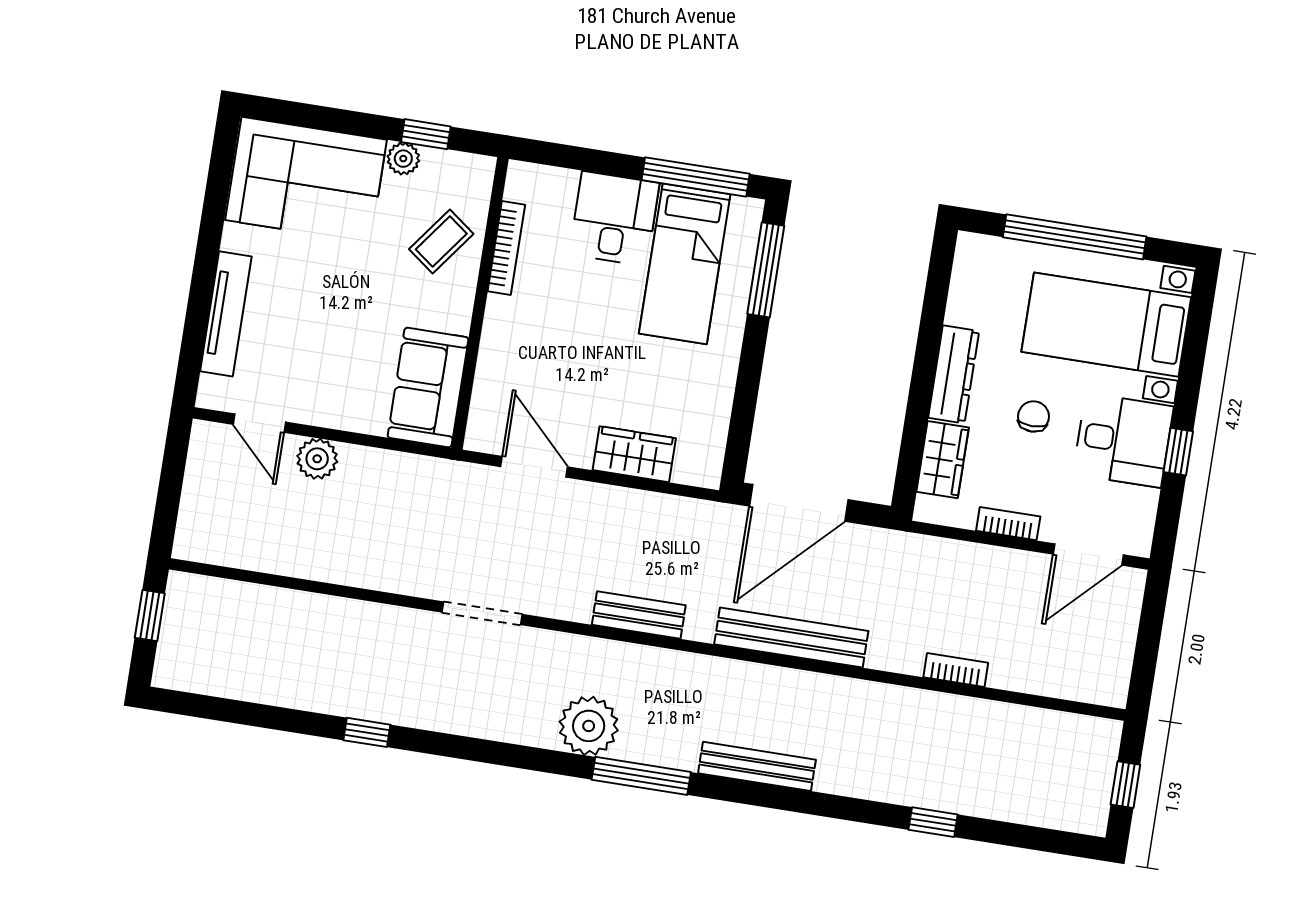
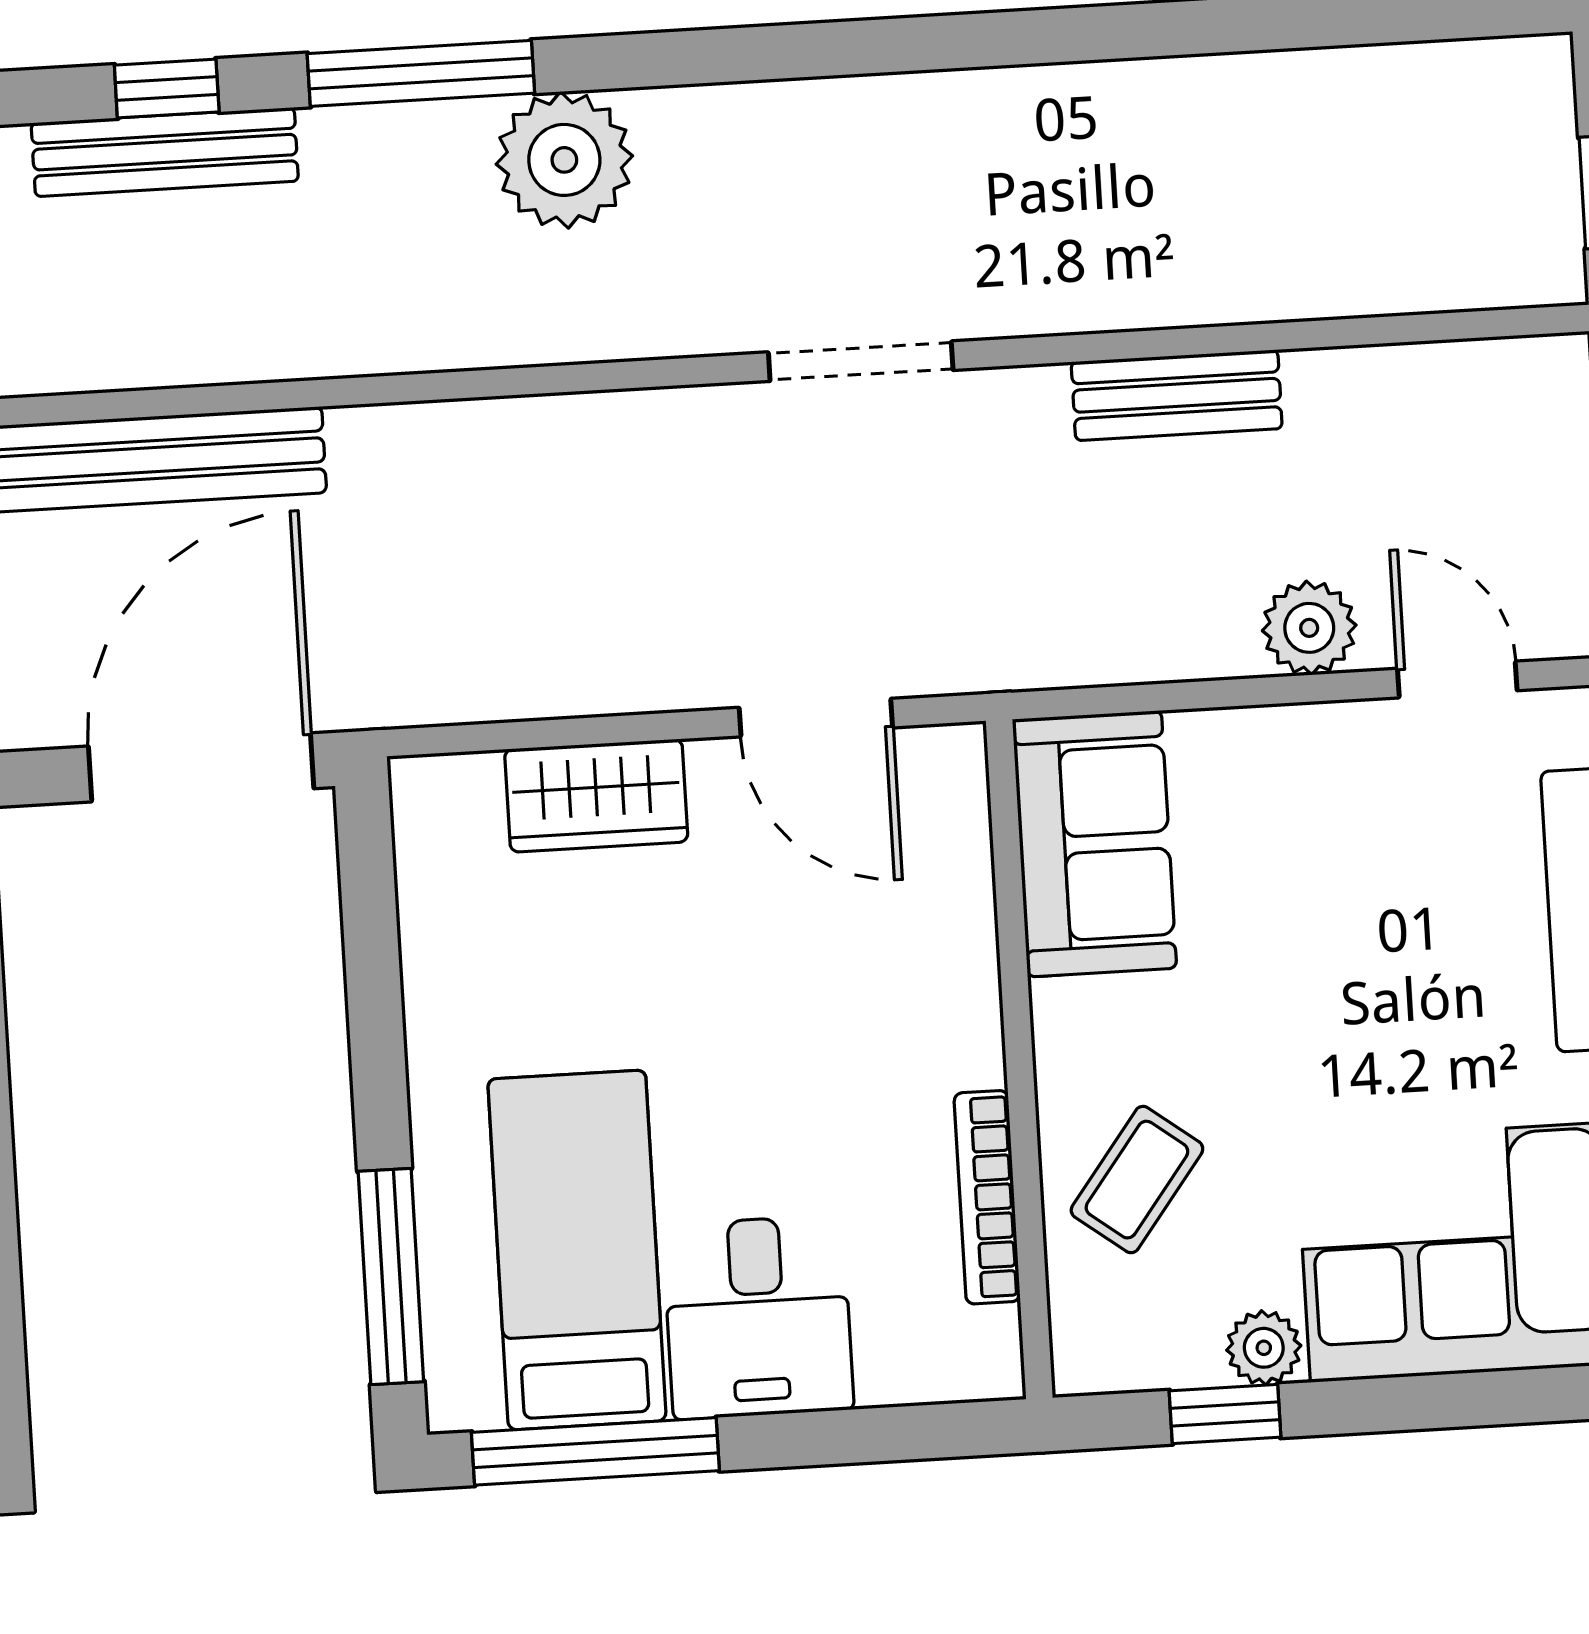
bench: (639, 615) -> (1177, 395), moved
window: (367, 732) -> (167, 88), moved

